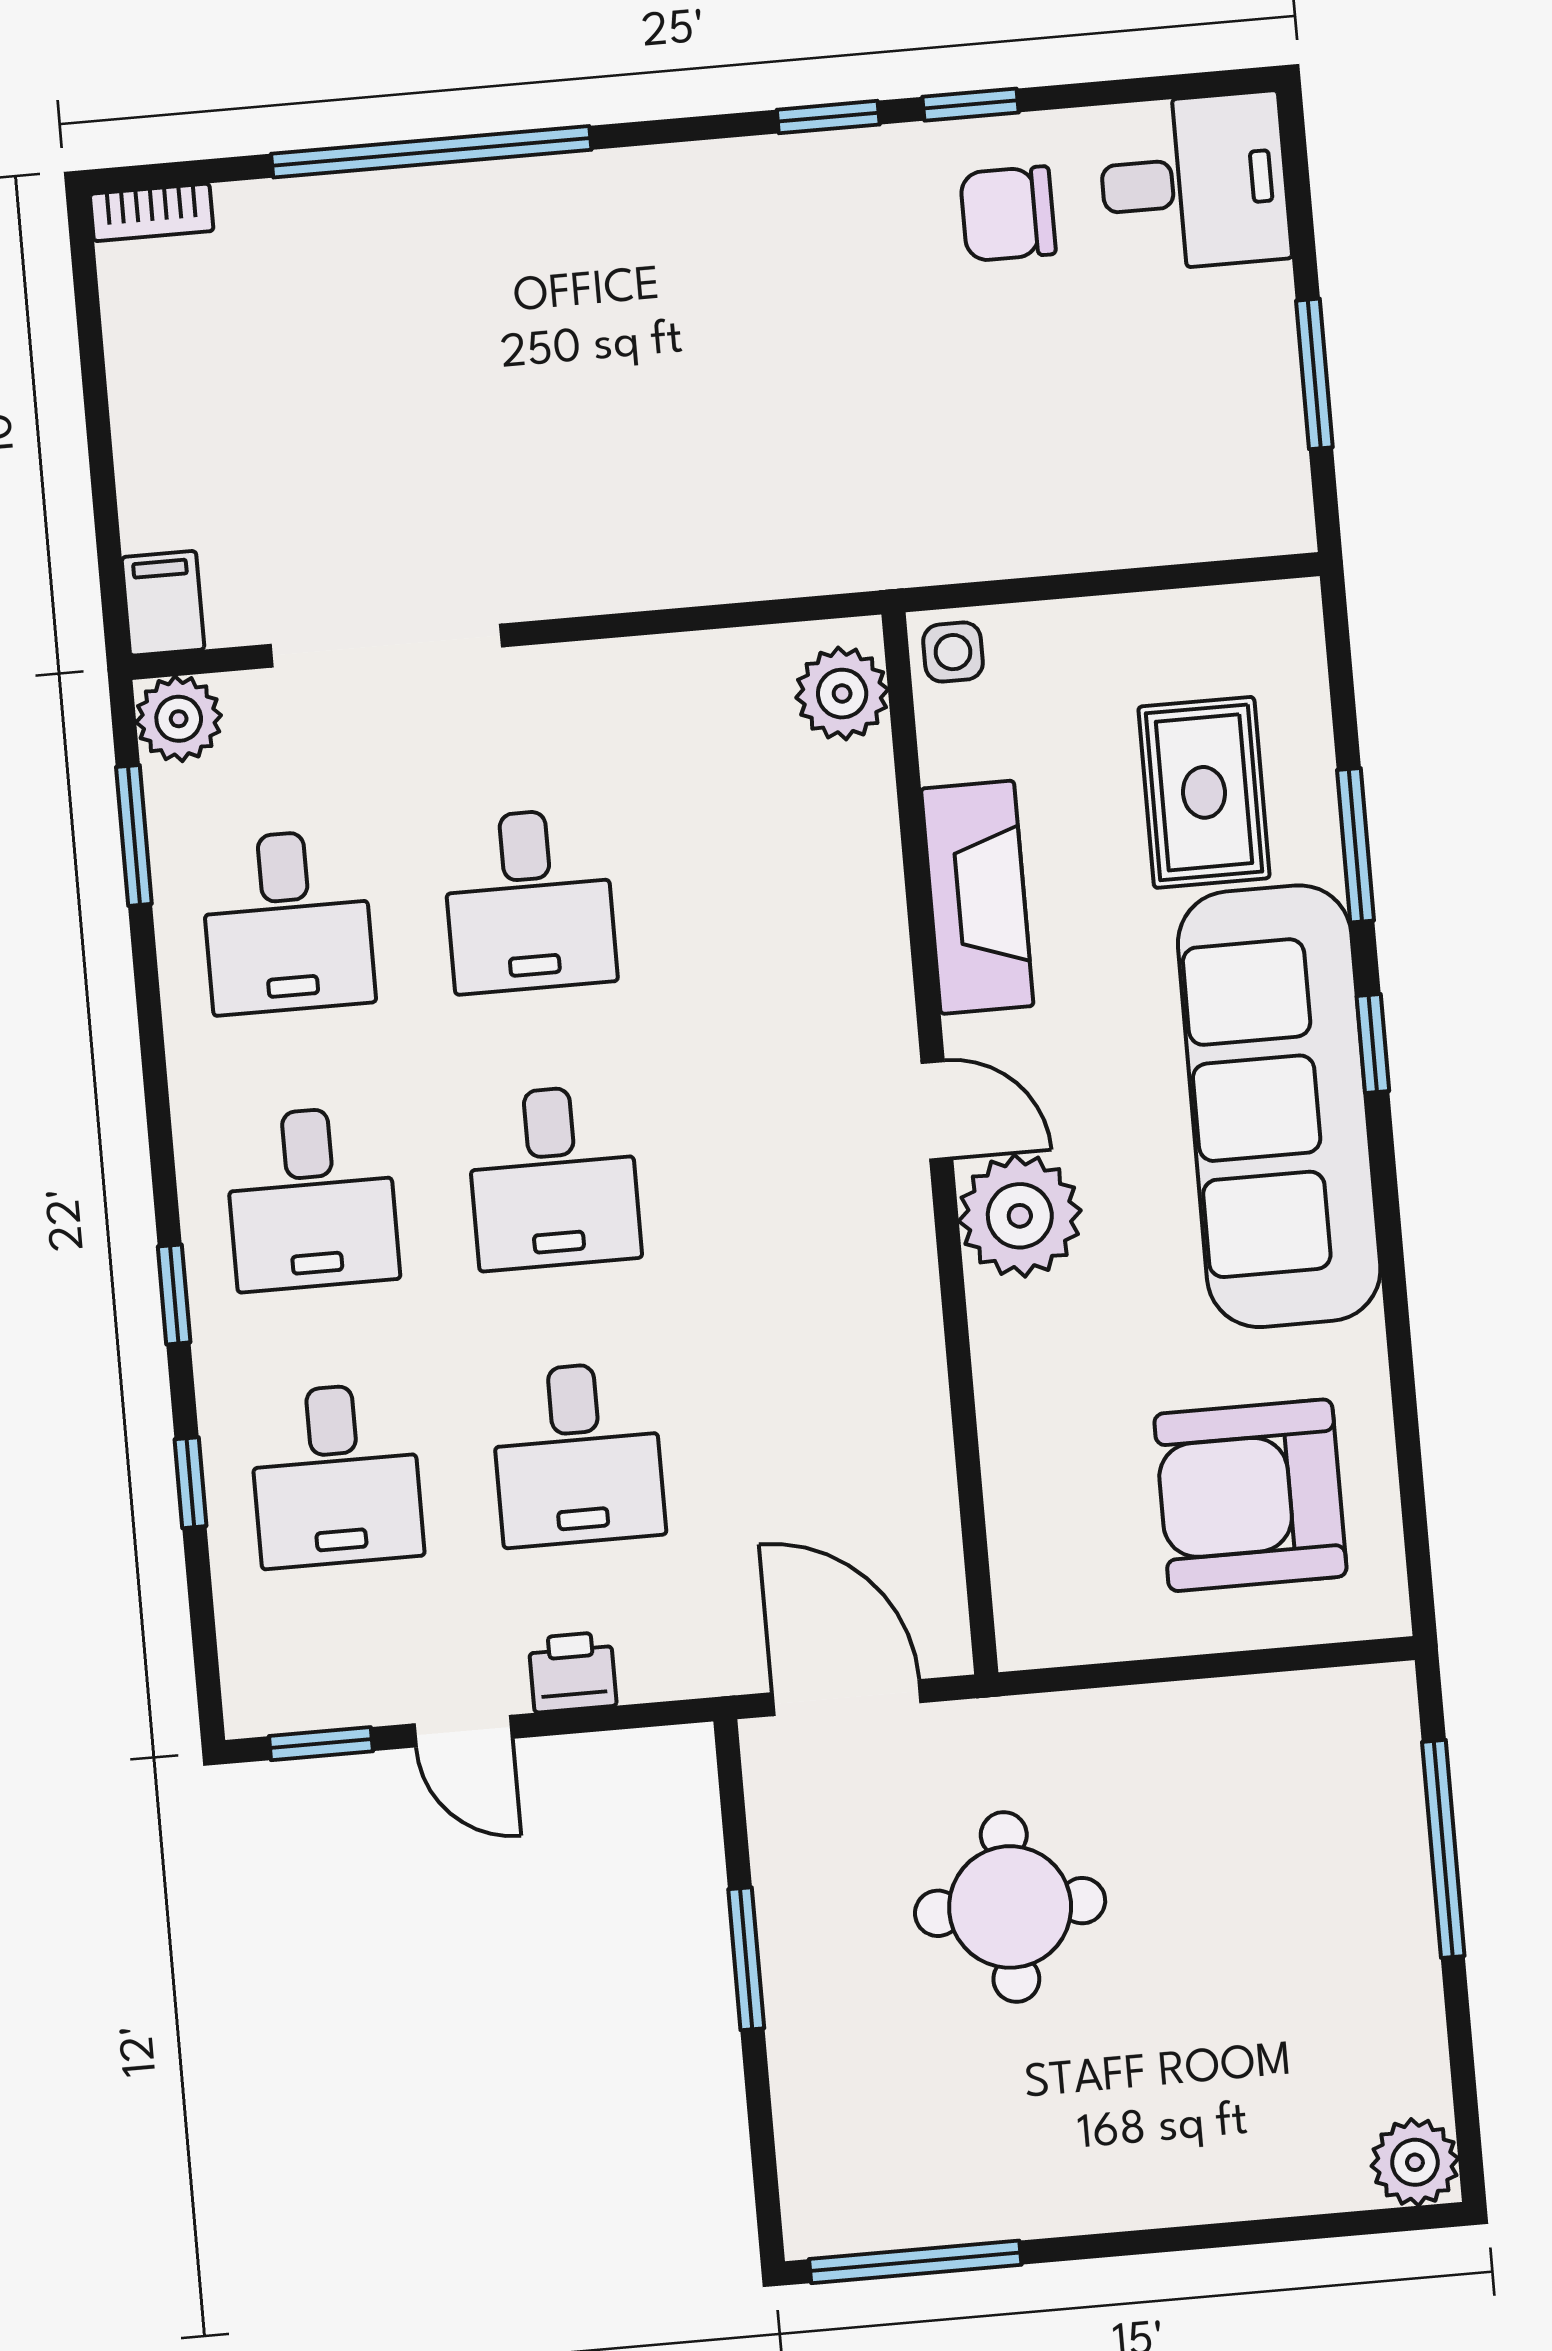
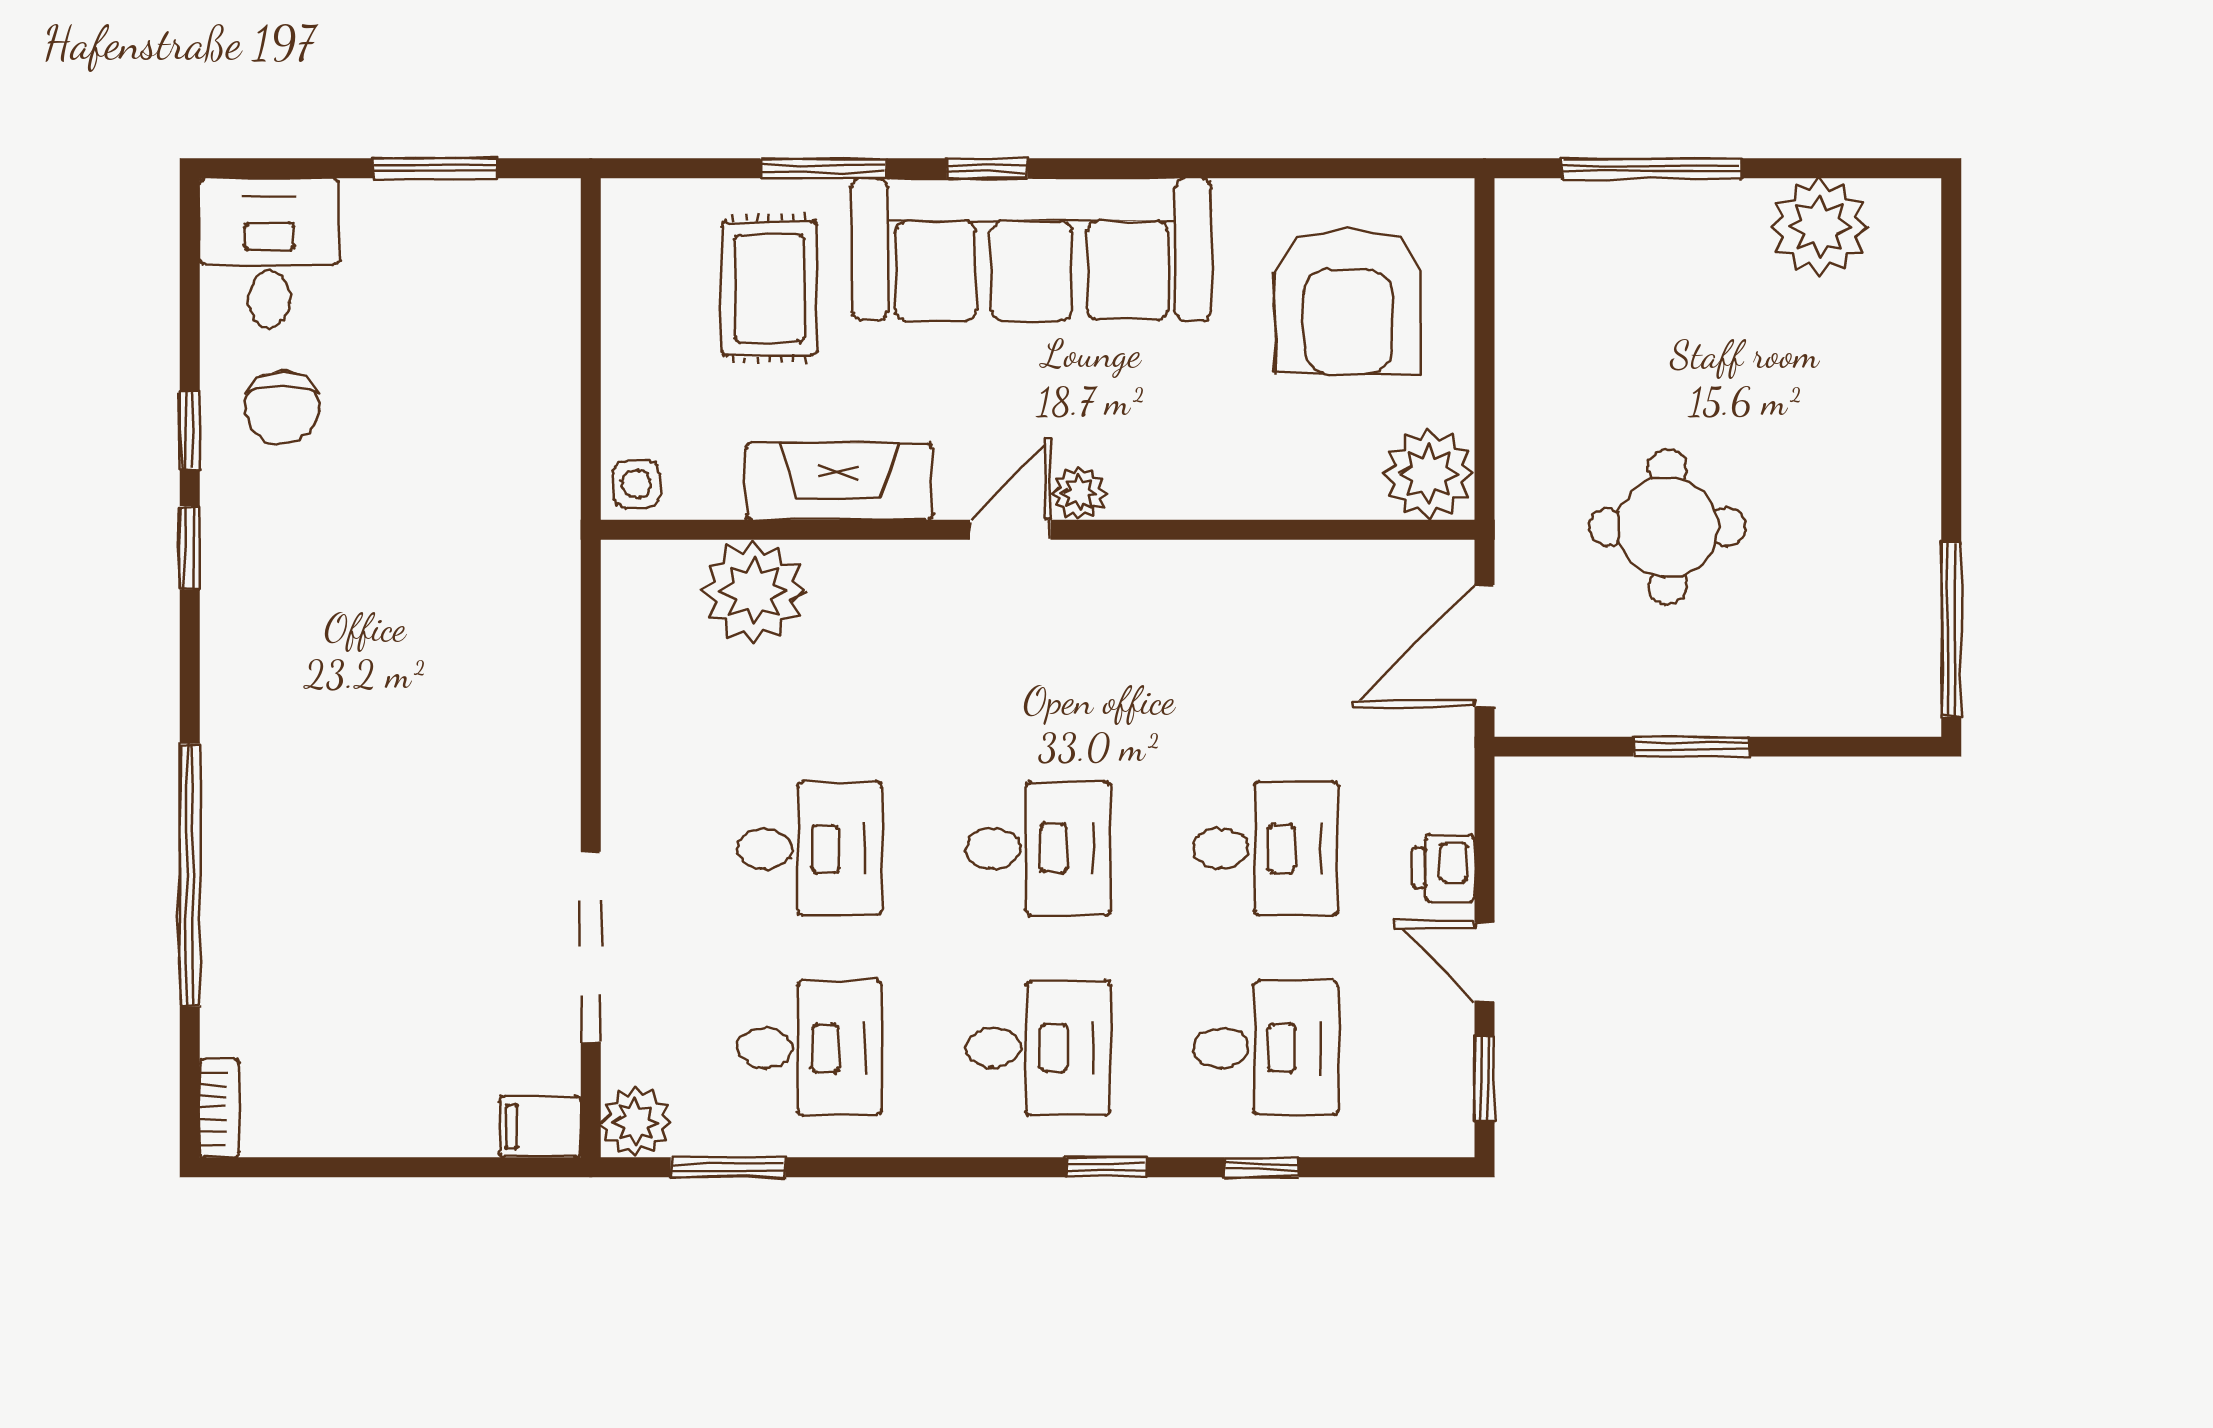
plant: (842, 694) -> (754, 591), moved, width x1.36, depth x1.36
rug: (1204, 792) -> (769, 288), turned 90
plant: (1020, 1216) -> (1079, 493), width x0.53, depth x0.53
plant: (1049, 1612) -> (1429, 474), added
door: (463, 1731) -> (1485, 962), swing flipped
plant: (1415, 2162) -> (1820, 227), moved, width x1.36, depth x1.36

